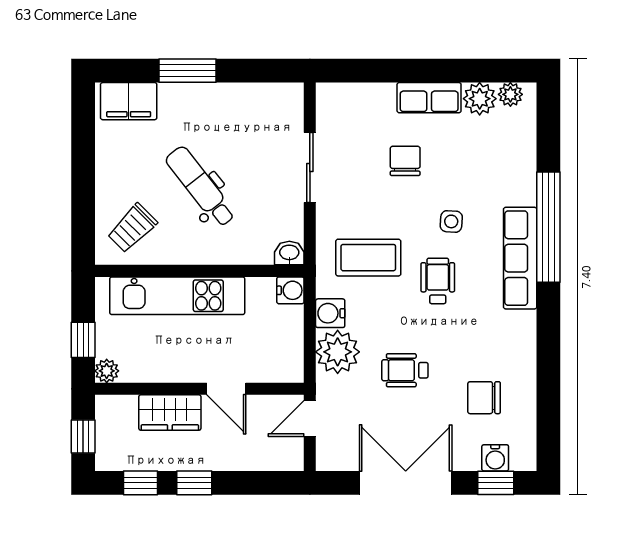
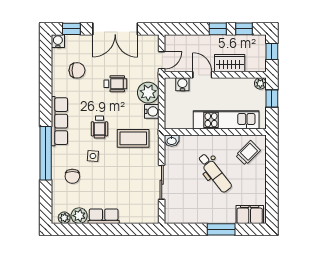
chair: (405, 161) -> (72, 176), moved
row of seats: (520, 258) -> (59, 121), moved
water cooler: (290, 290) -> (182, 84), moved, turned 90
water cooler: (495, 458) -> (58, 41), moved

